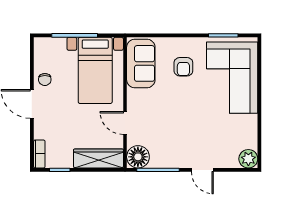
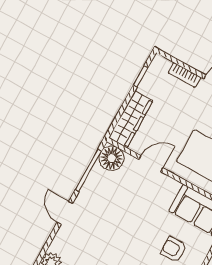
bookcase: (39, 154) -> (184, 75), moved
door: (202, 170) -> (65, 213), hinge flipped

